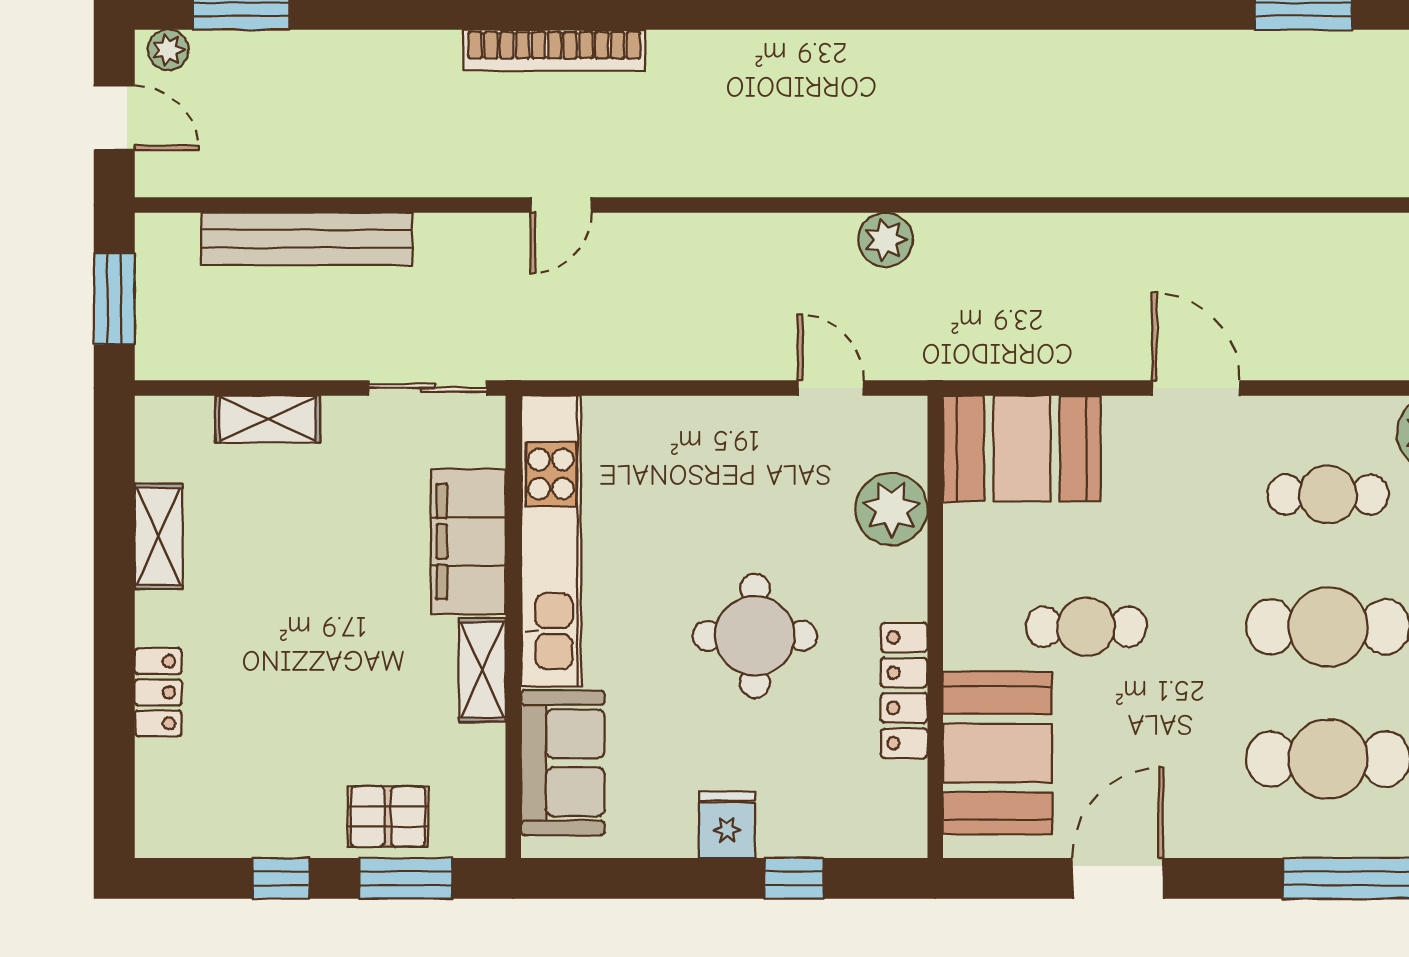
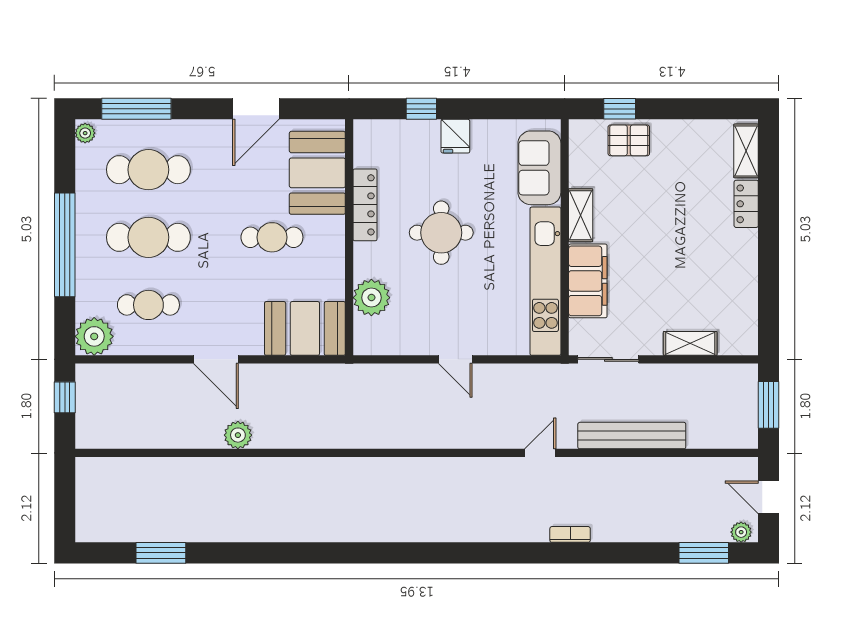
bookcase: (554, 50) -> (570, 534), width x0.43, depth x0.76
bench: (307, 239) -> (632, 436), moved
plant: (886, 240) -> (238, 435), moved
door: (831, 388) -> (455, 359), moved
shelving: (158, 536) -> (746, 151), moved
window: (281, 878) -> (684, 109), removed
window: (406, 878) -> (620, 109), width x0.67

